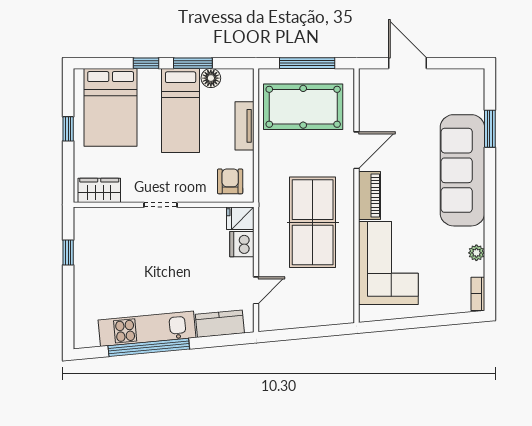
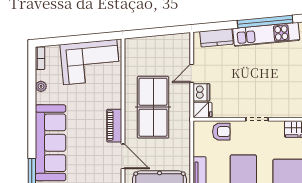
door: (357, 150) -> (123, 156), swing flipped
armchair: (230, 181) -> (221, 132), moved, turned -90
corner sofa: (388, 263) -> (90, 62), moved, turned -95
door: (256, 290) -> (192, 73), moved

